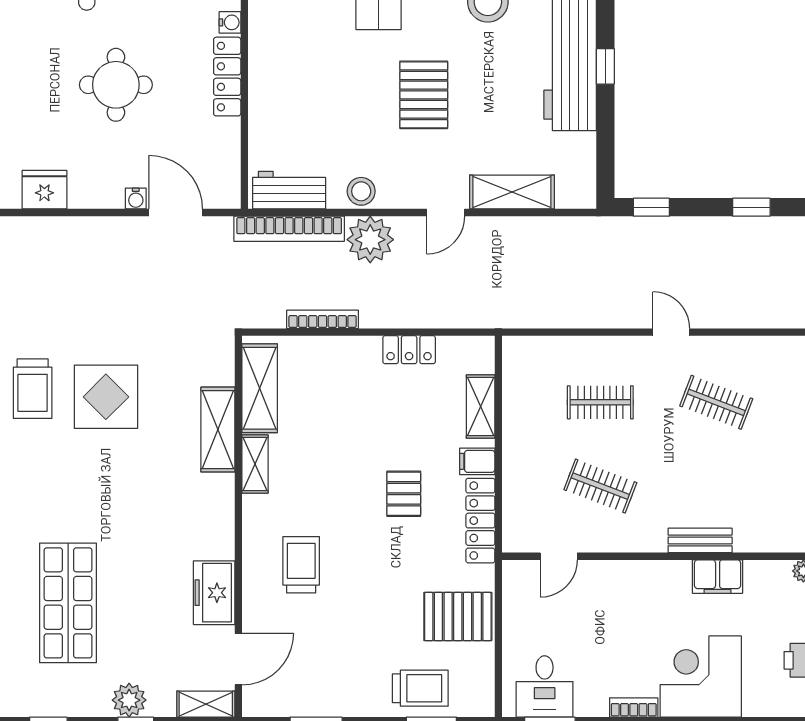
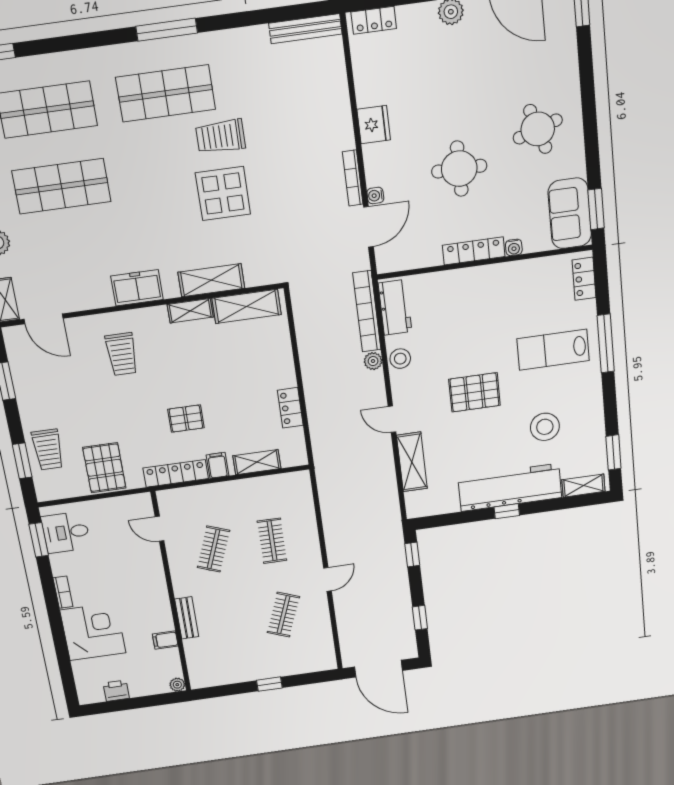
plant: (370, 240) -> (373, 361), width x0.53, depth x0.53
bookcase: (323, 319) -> (353, 178), moved, turned 180
trolley: (301, 565) -> (122, 354), turned 90
filing cabinet: (718, 577) -> (165, 640), width x0.50
freezer: (214, 593) -> (137, 288), moved

